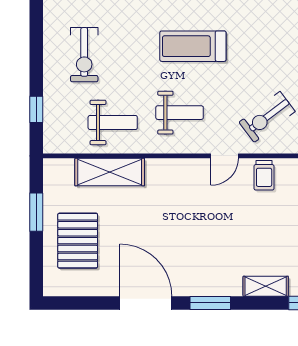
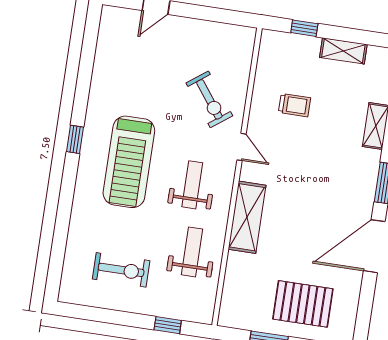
treadmill: (193, 46) -> (129, 162), width x1.37, depth x1.38
shelving: (110, 172) -> (247, 217), moved
trolley: (264, 175) -> (295, 105), moved

